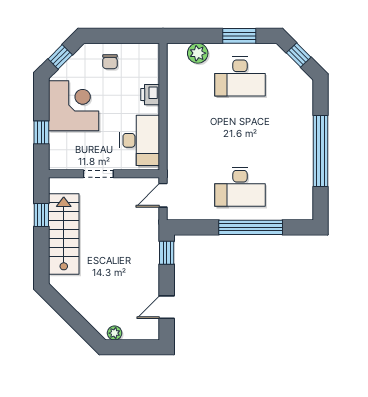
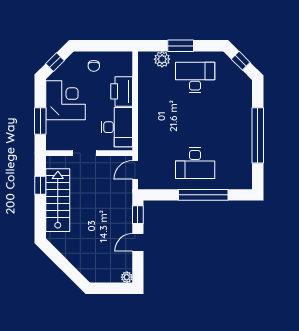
window: (239, 36) -> (181, 46), moved
desk: (240, 76) -> (195, 77), turned 180
printer: (150, 95) -> (122, 91), width x1.87, depth x1.48
window: (41, 132) -> (40, 121), width x1.50
door: (167, 307) -> (138, 242), moved
plant: (115, 333) -> (127, 277), moved

